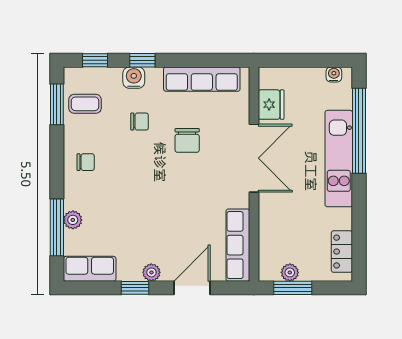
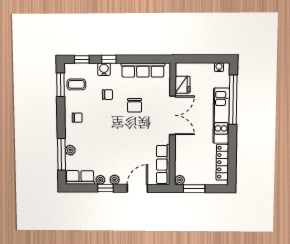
locker: (342, 252) -> (222, 162), width x1.53
plant: (290, 272) -> (180, 180), moved
plant: (126, 273) -> (100, 180), added

